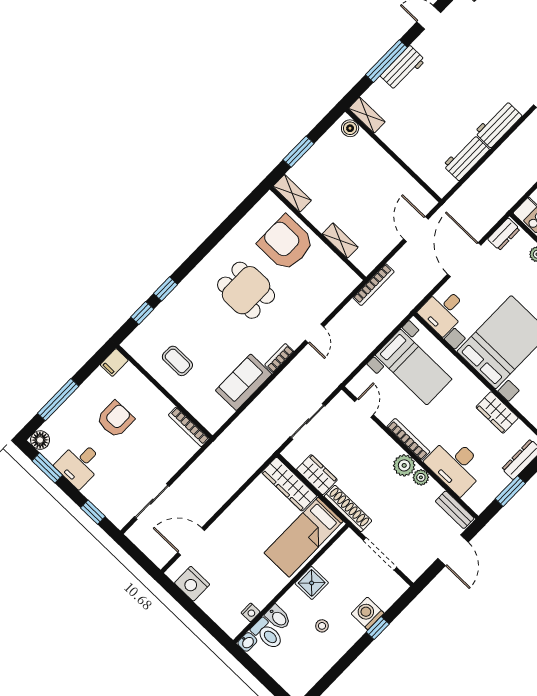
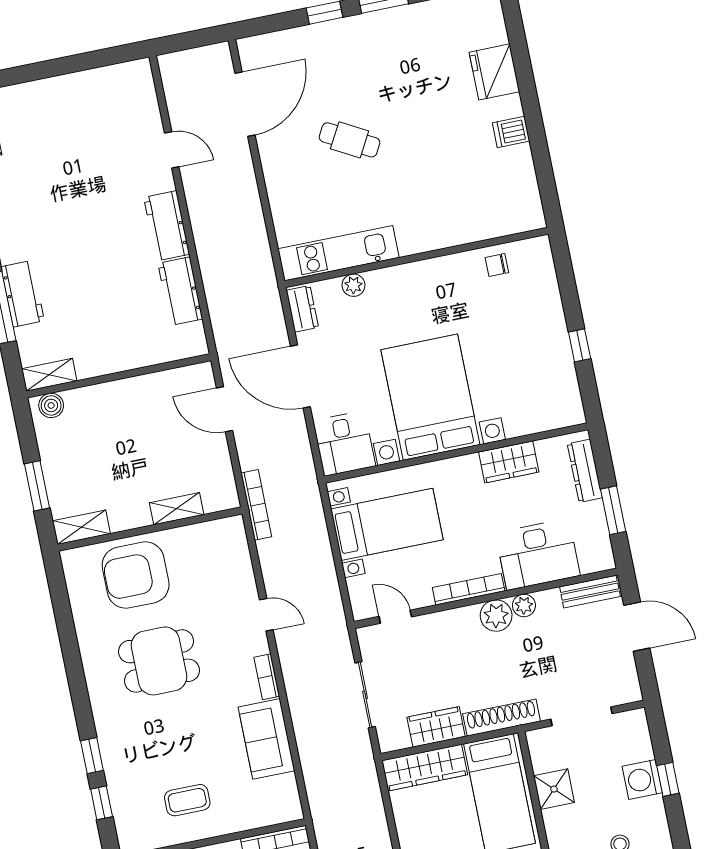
shower: (312, 583) -> (554, 789), moved

